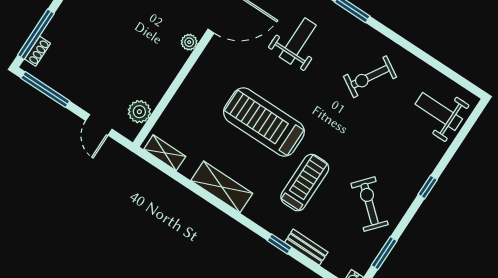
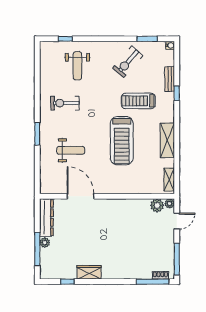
weight bench: (298, 41) -> (71, 150), turned 180
plant: (189, 42) -> (170, 203), moved
exercise bike: (370, 77) -> (65, 103), turned 149
weight bench: (439, 111) -> (77, 66), moved
window: (428, 187) -> (65, 39), moved

